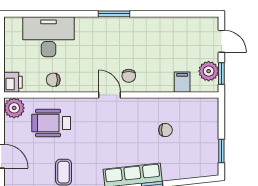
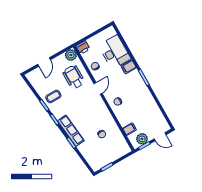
filing cabinet: (84, 28) -> (129, 67), added
door: (221, 41) -> (160, 137), hinge flipped
door: (110, 95) -> (98, 88), moved

